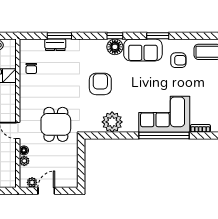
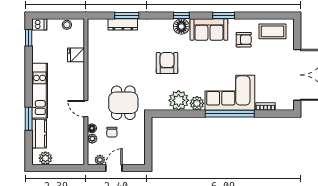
dresser: (55, 45) -> (123, 24), width x1.44
chair: (31, 68) -> (112, 132), moved
plant: (131, 125) -> (197, 103), added

